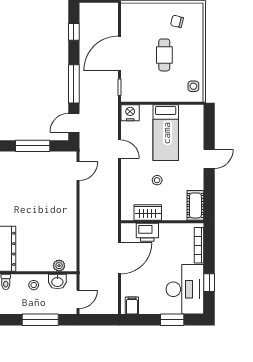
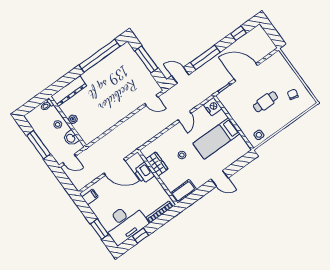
plant: (59, 266) -> (73, 119), moved

